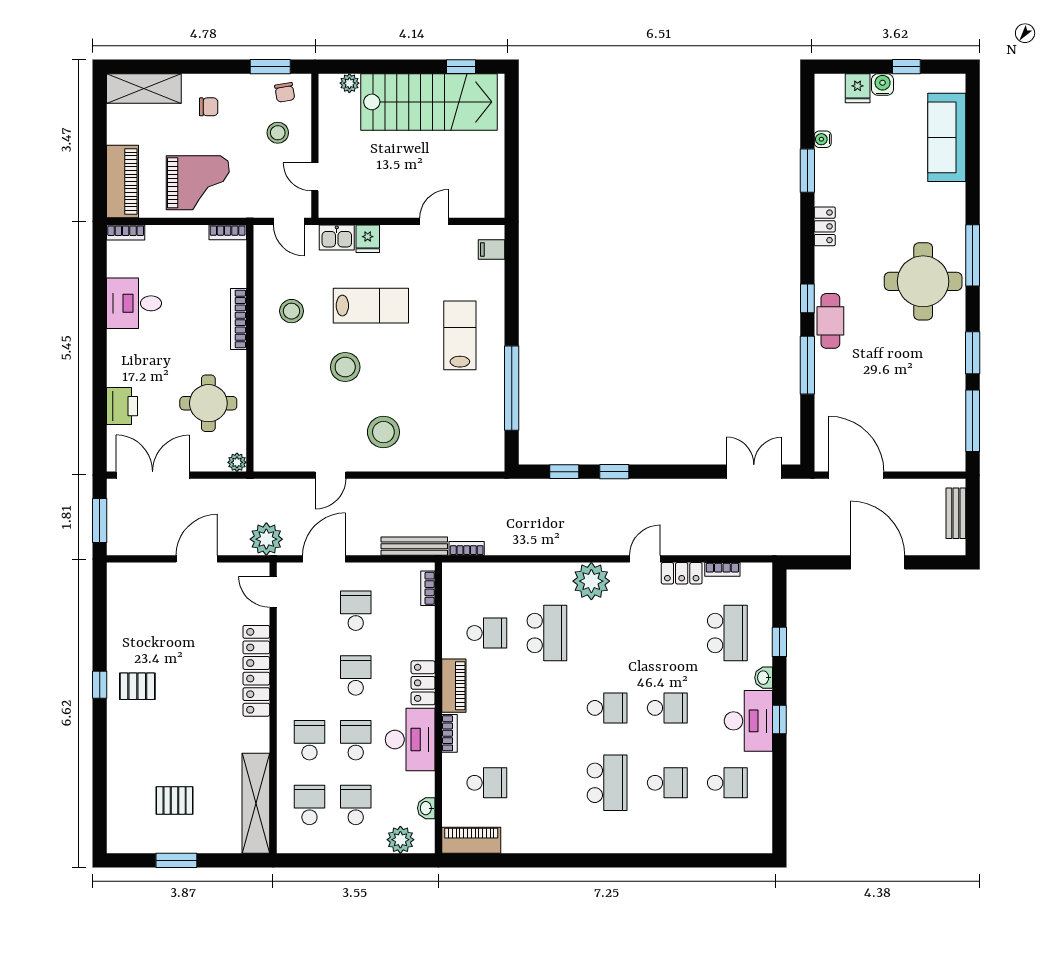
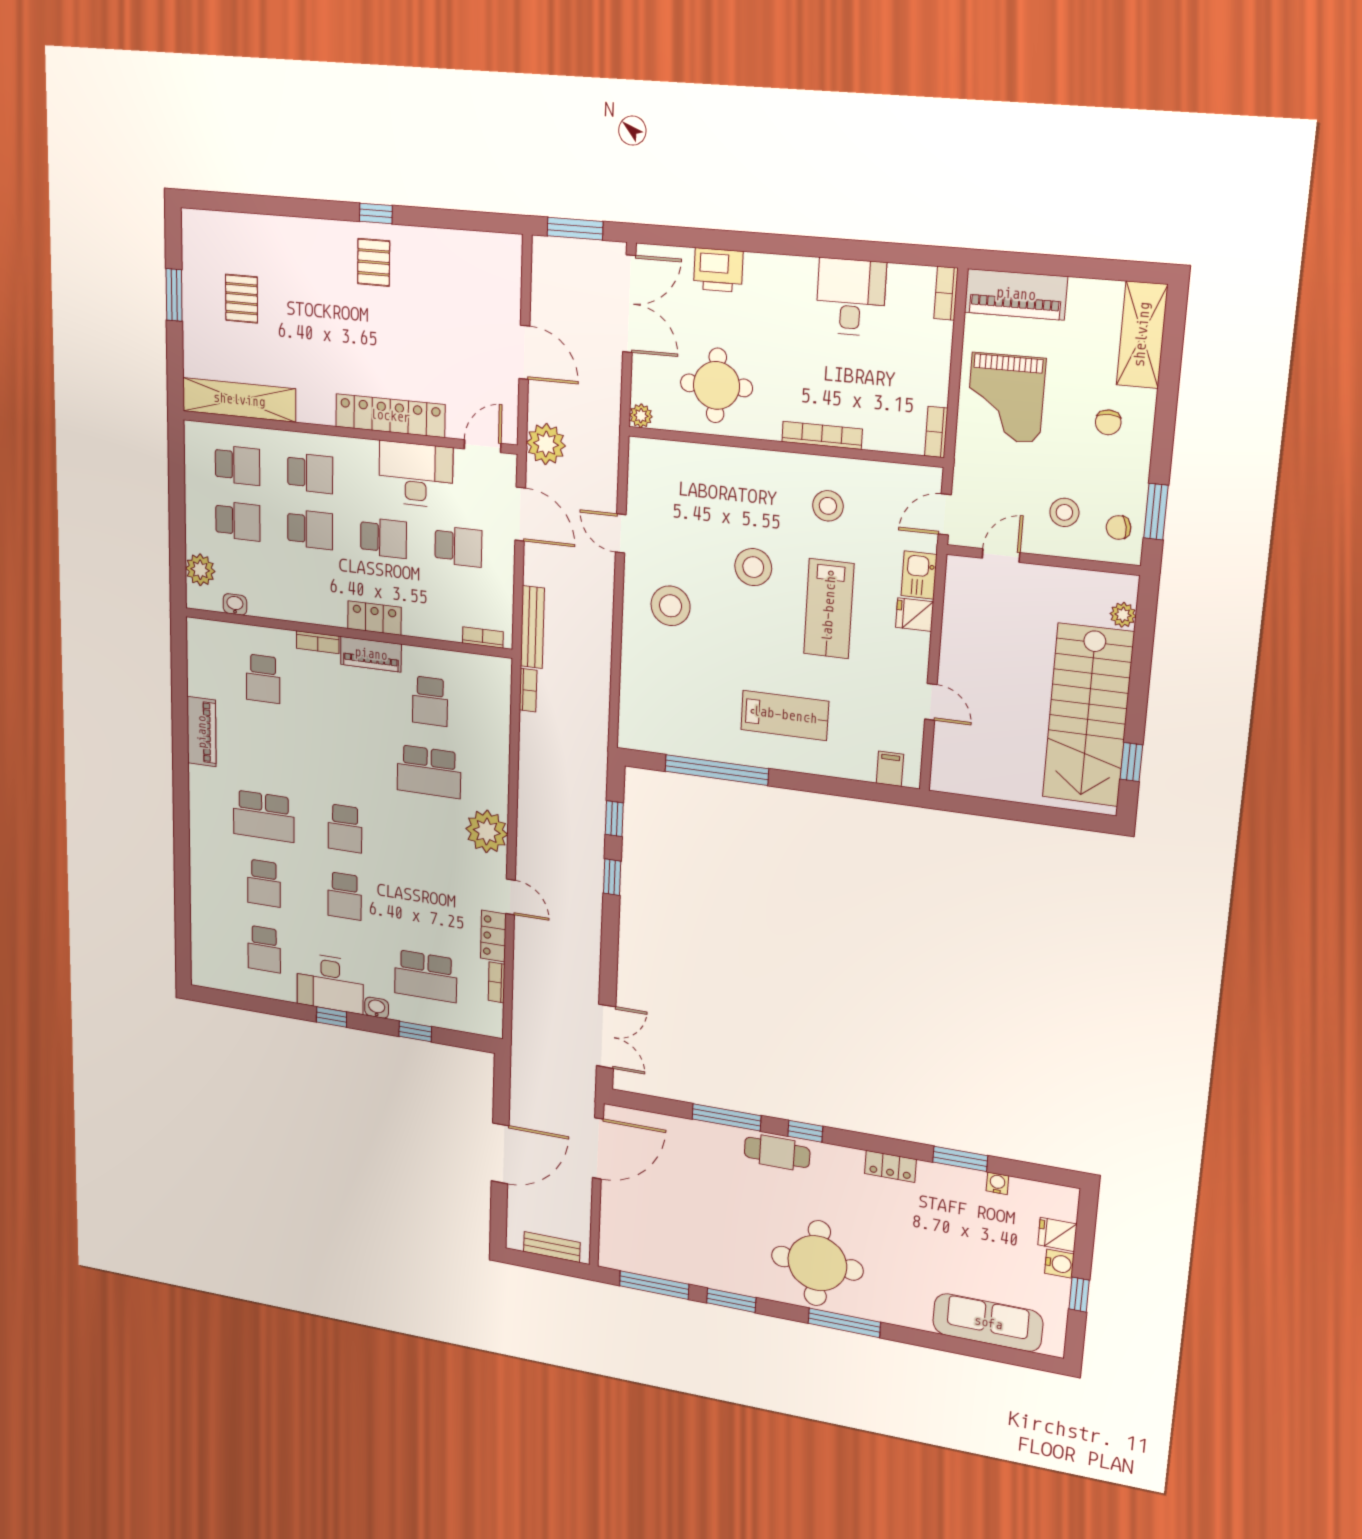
desk: (410, 740) -> (416, 474), moved, turned 180
piano: (471, 840) -> (202, 732), moved

